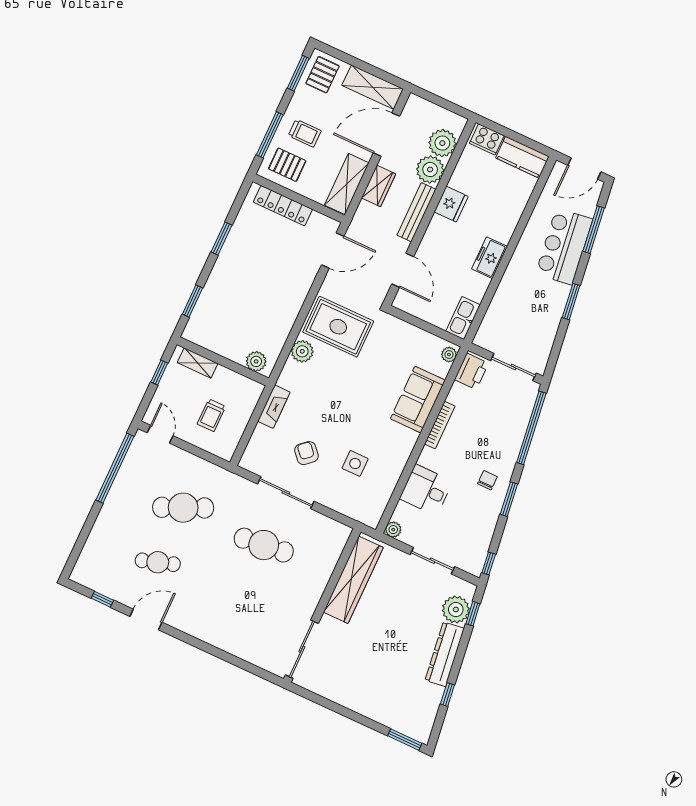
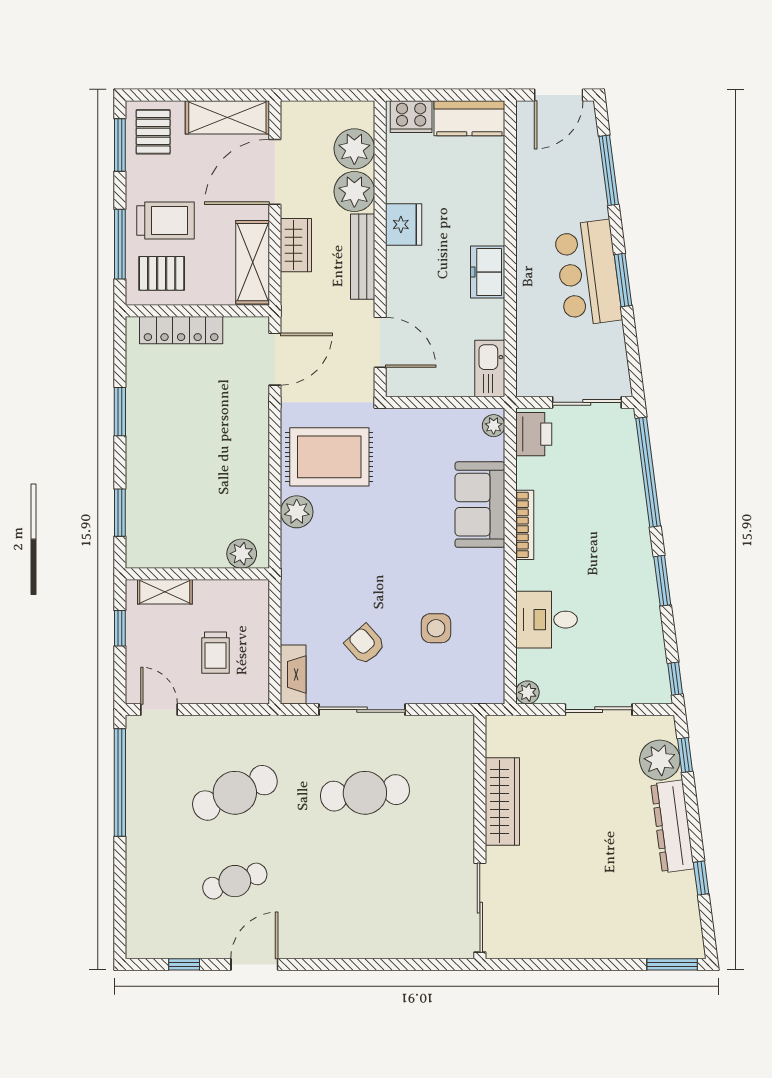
trolley: (305, 133) -> (165, 221), width x1.36, depth x1.39
bar counter: (564, 246) -> (588, 273), moved
fireplace: (274, 407) -> (293, 674), moved
chair: (487, 480) -> (622, 569), removed
wardrobe: (353, 580) -> (502, 801), width x0.71, depth x0.85

